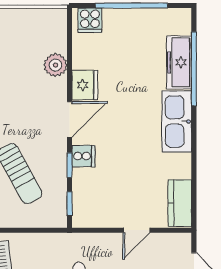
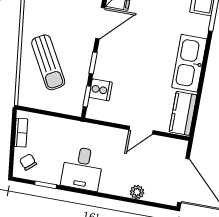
kitchen sink: (177, 121) -> (189, 63), moved
cooker: (83, 156) -> (101, 90), moved

